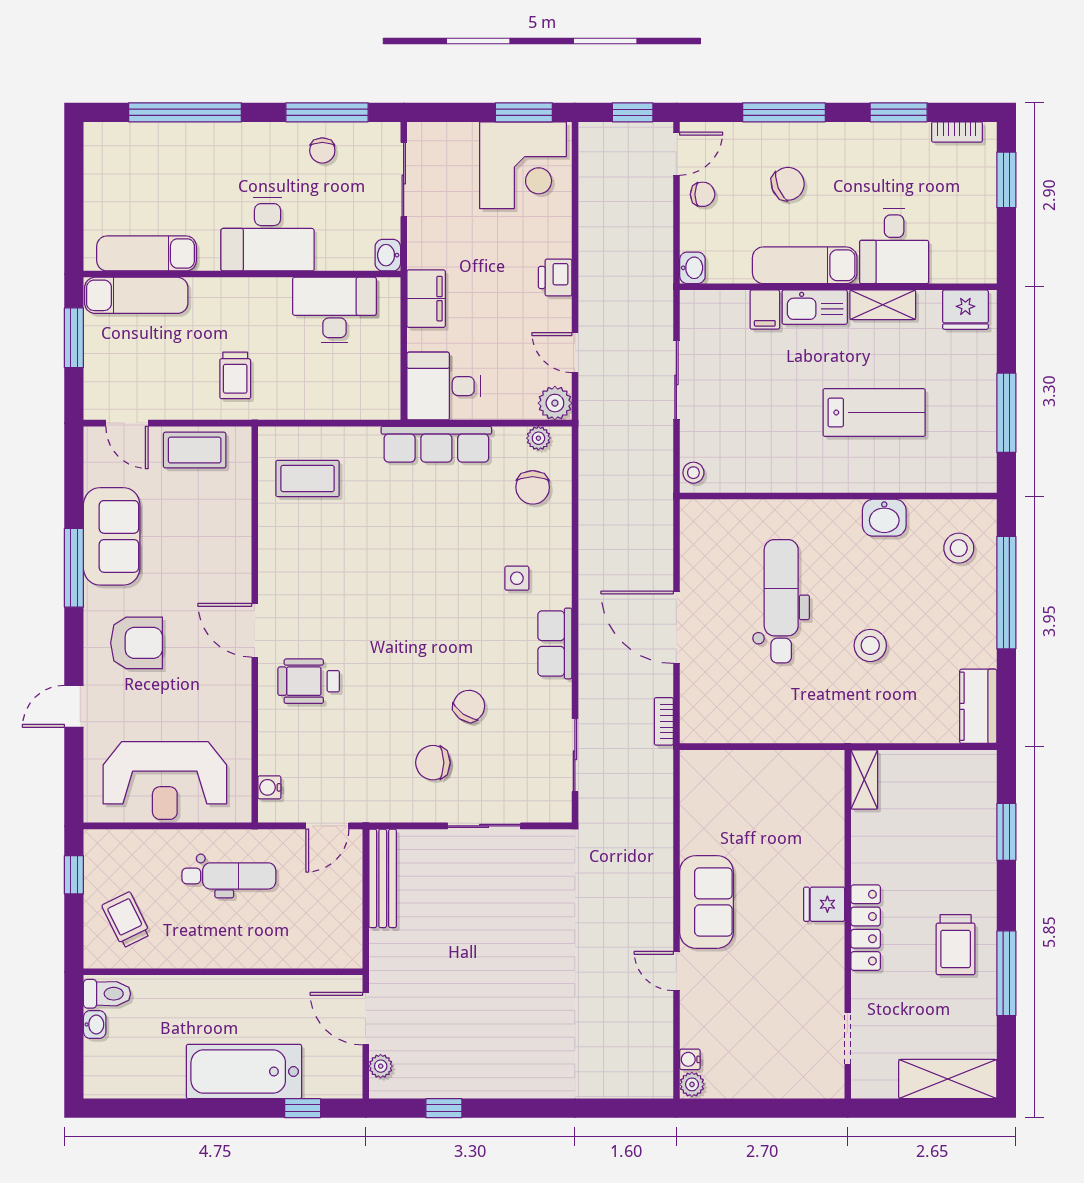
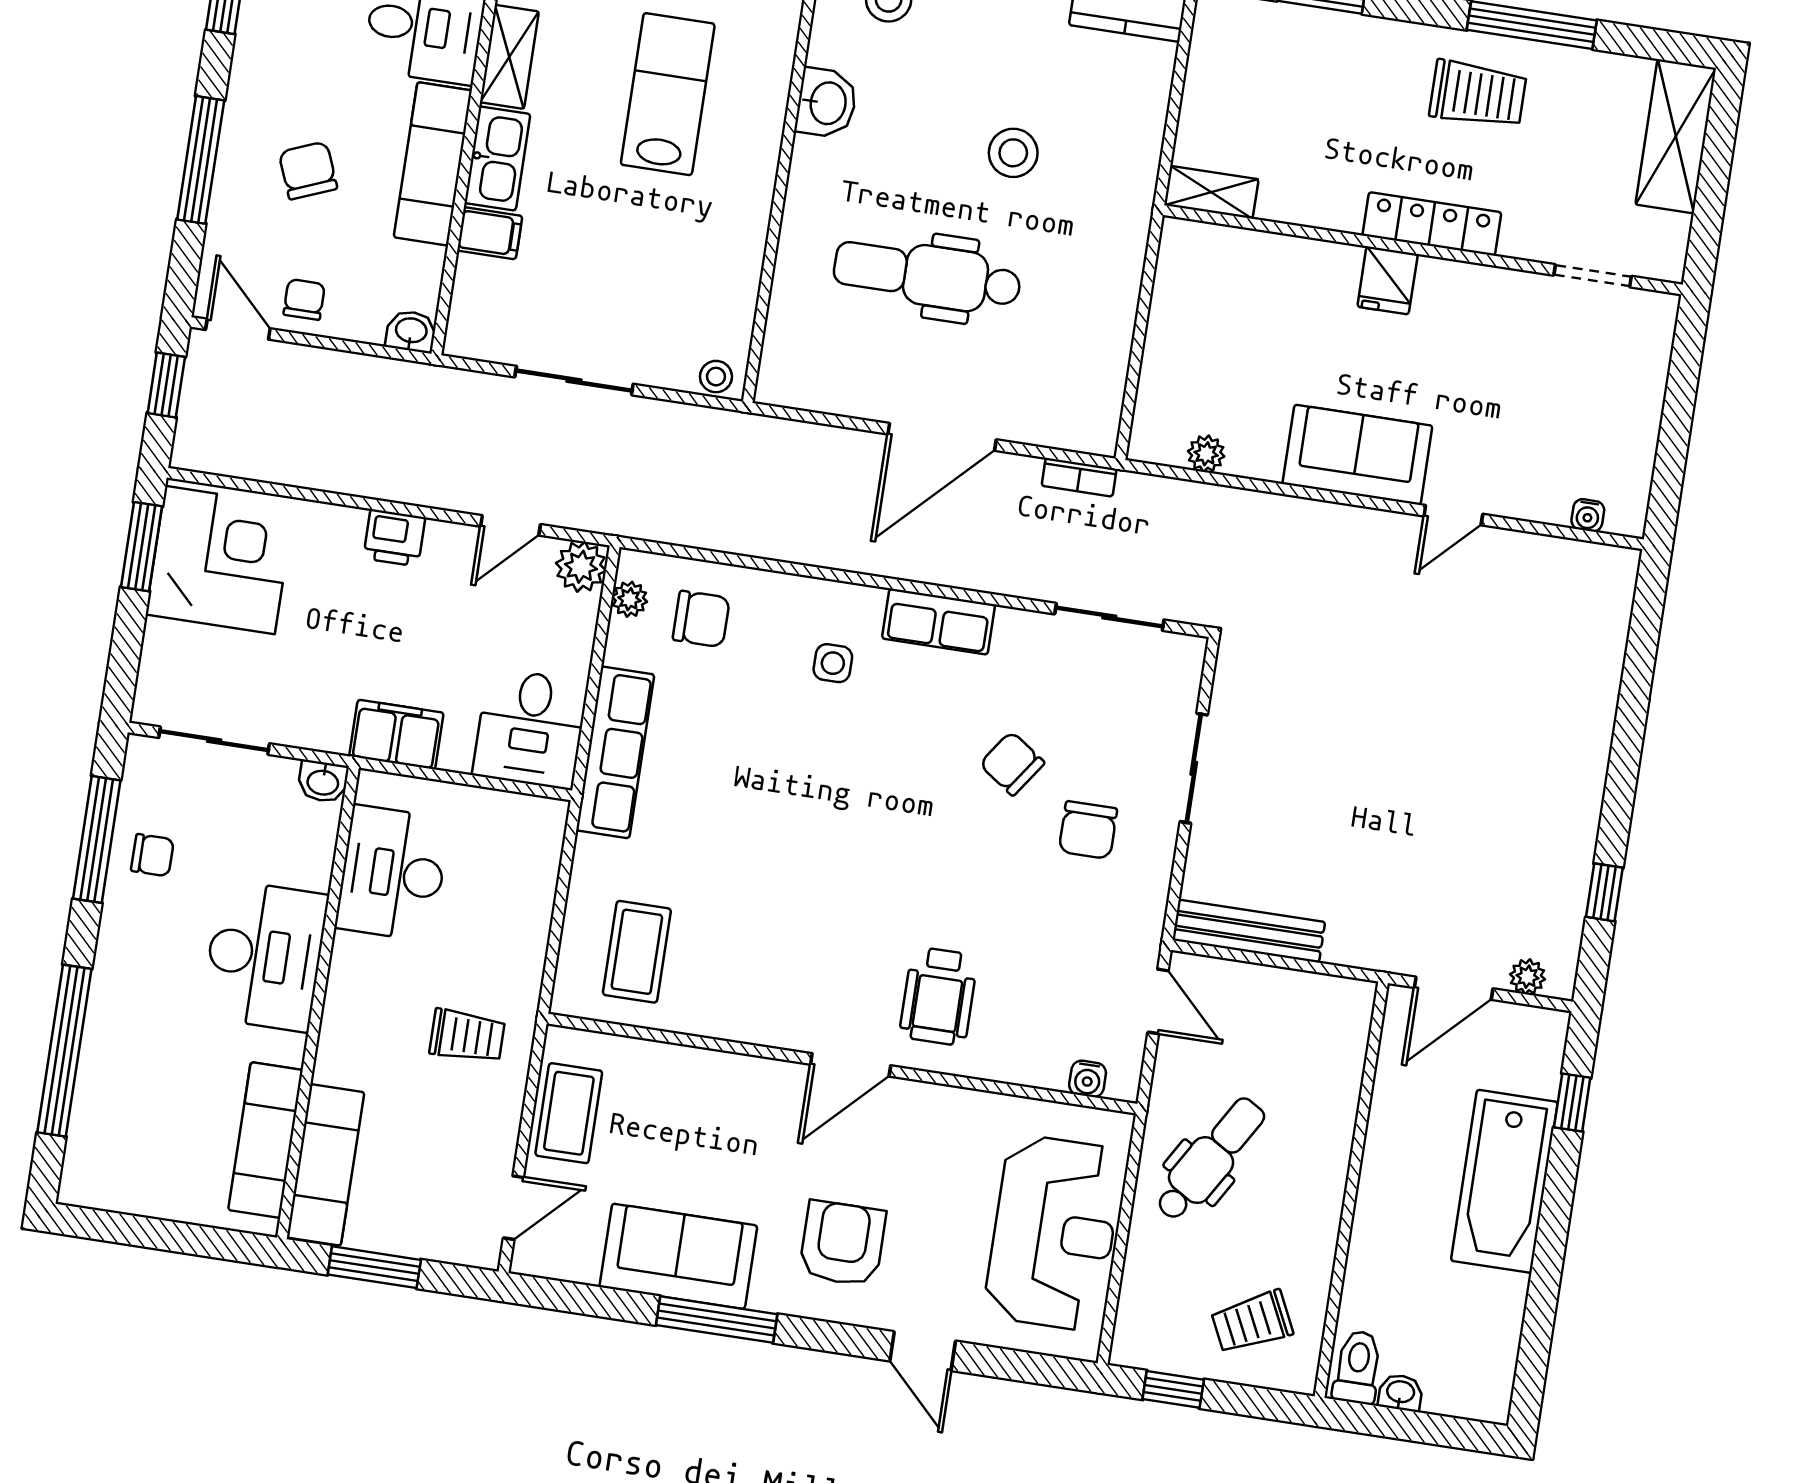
dental chair: (229, 876) -> (1210, 1159), turned 31
plant: (692, 1084) -> (1206, 454), moved

